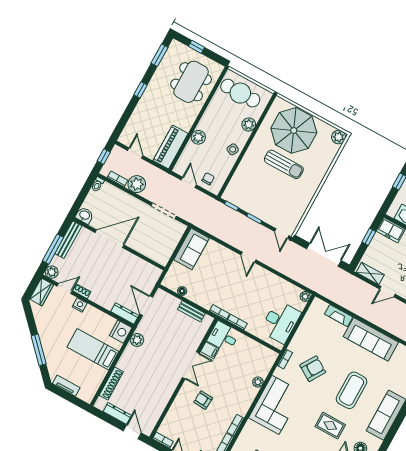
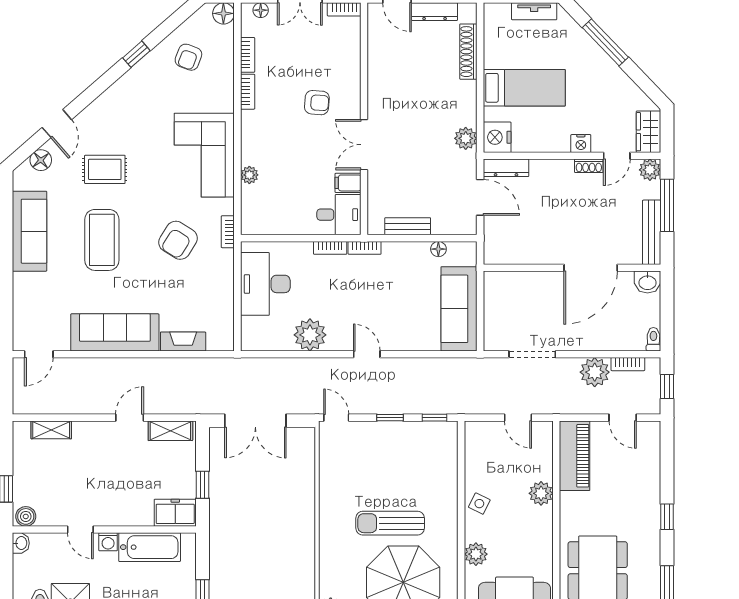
chair: (208, 179) -> (492, 439), removed
sofa: (191, 249) -> (459, 309), width x1.36
plant: (305, 296) -> (310, 335), moved, width x1.88, depth x1.88

